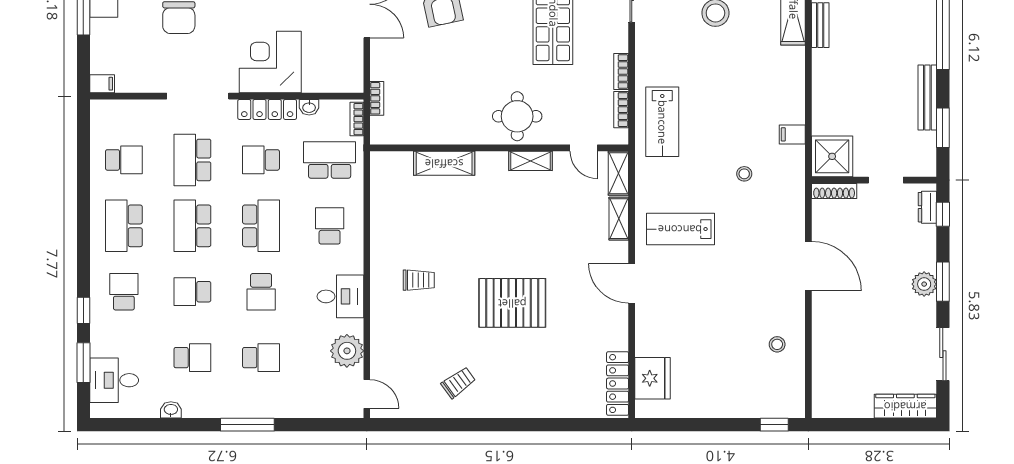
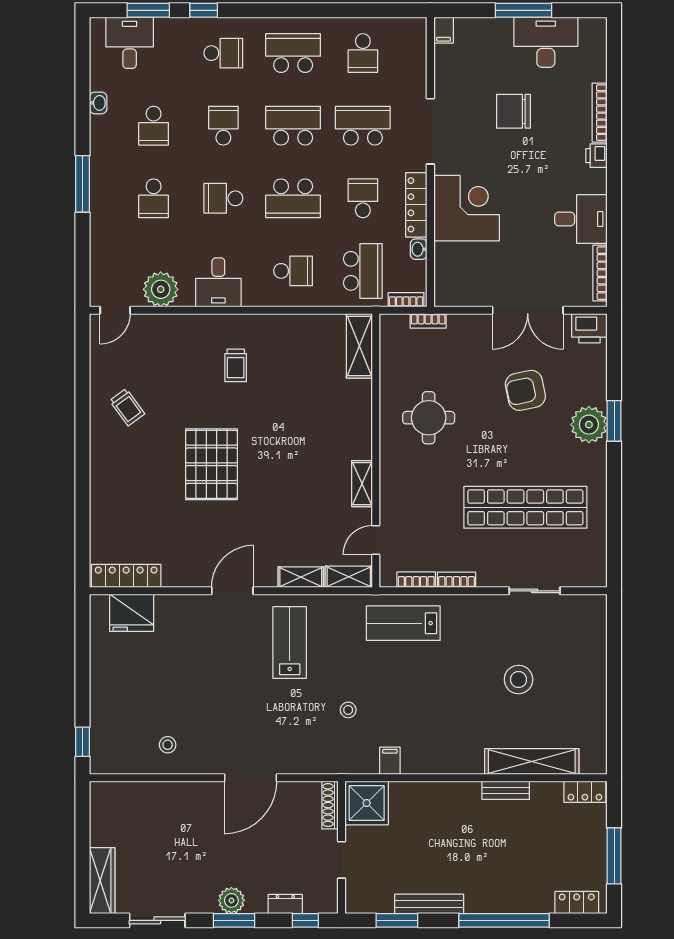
round table: (517, 116) -> (429, 418), moved
shelving: (444, 163) -> (359, 346), moved
dresser: (927, 207) -> (285, 904), moved

